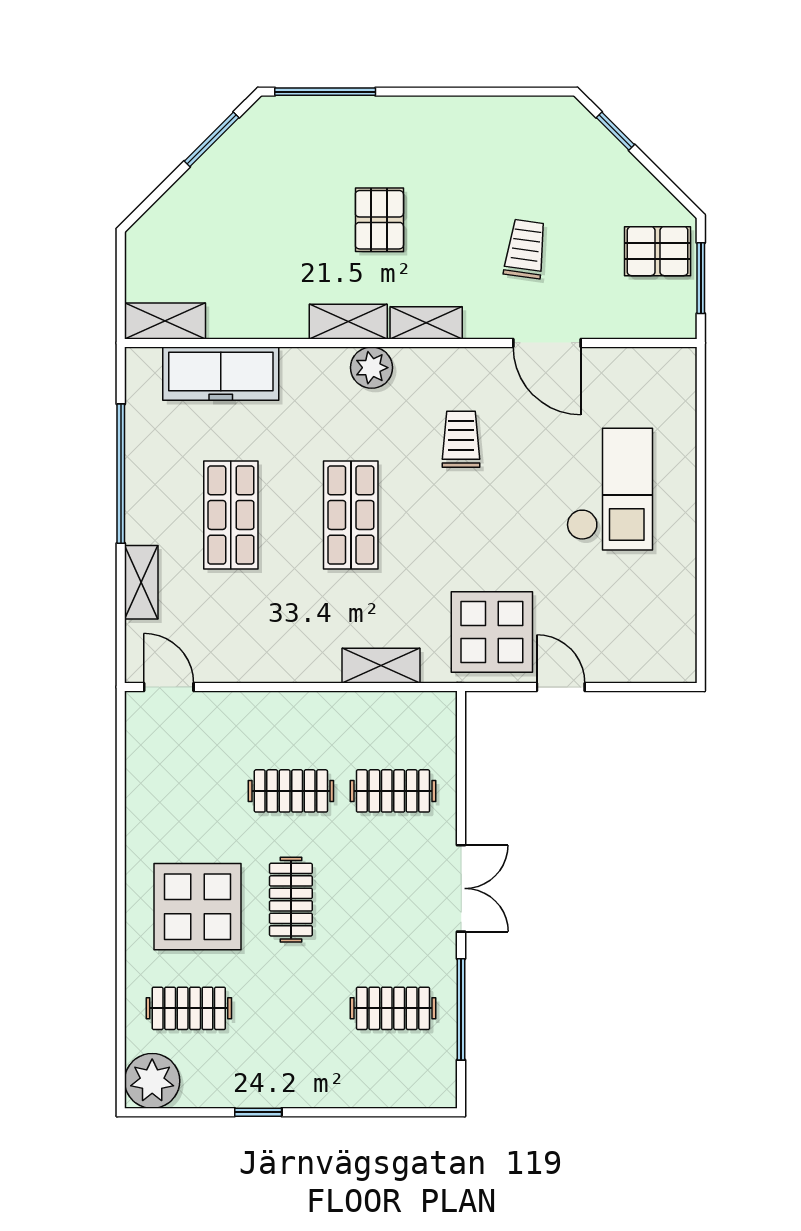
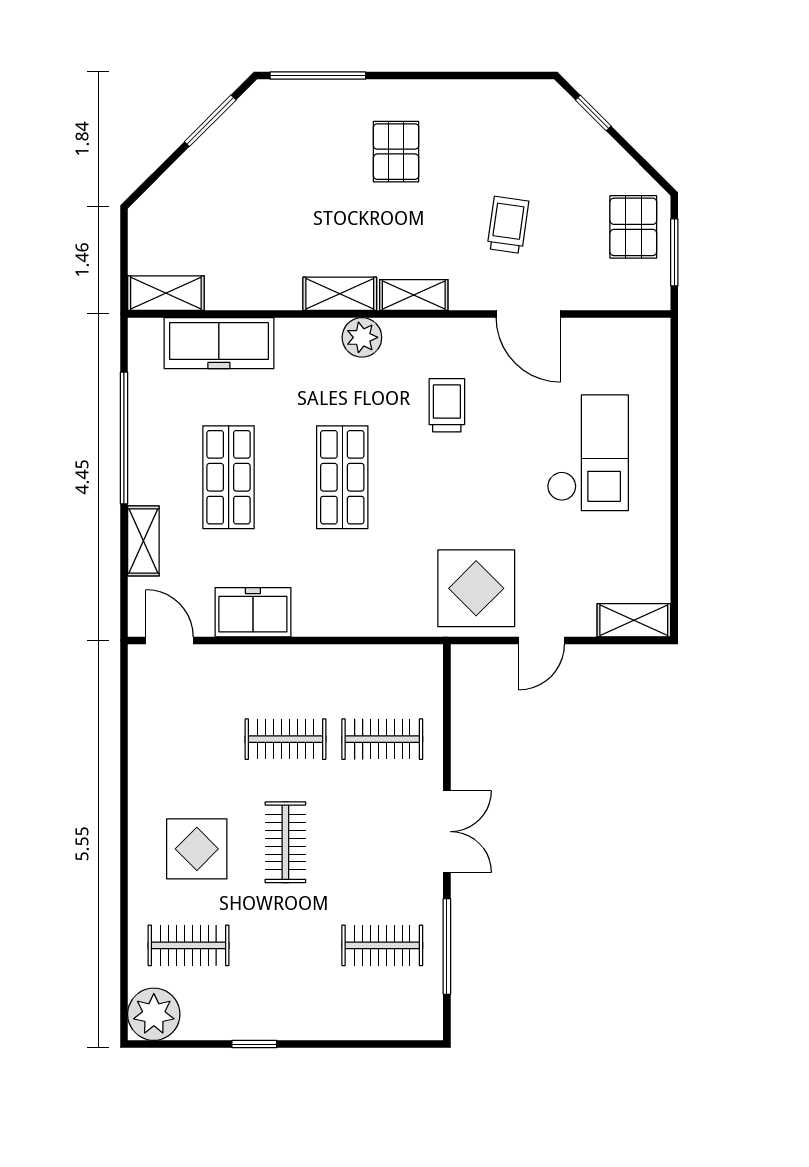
pallet: (379, 220) -> (396, 152), moved
pallet: (658, 251) -> (633, 227), turned 90
freezer: (257, 657) -> (253, 612), added
shelving: (381, 666) -> (634, 620), moved
door: (561, 687) -> (542, 640), swing flipped
display table: (197, 907) -> (197, 849), width x0.73, depth x0.73

